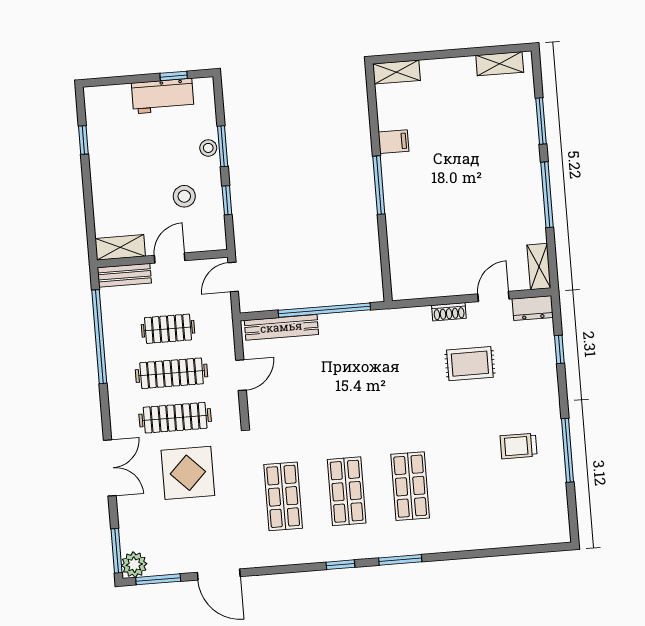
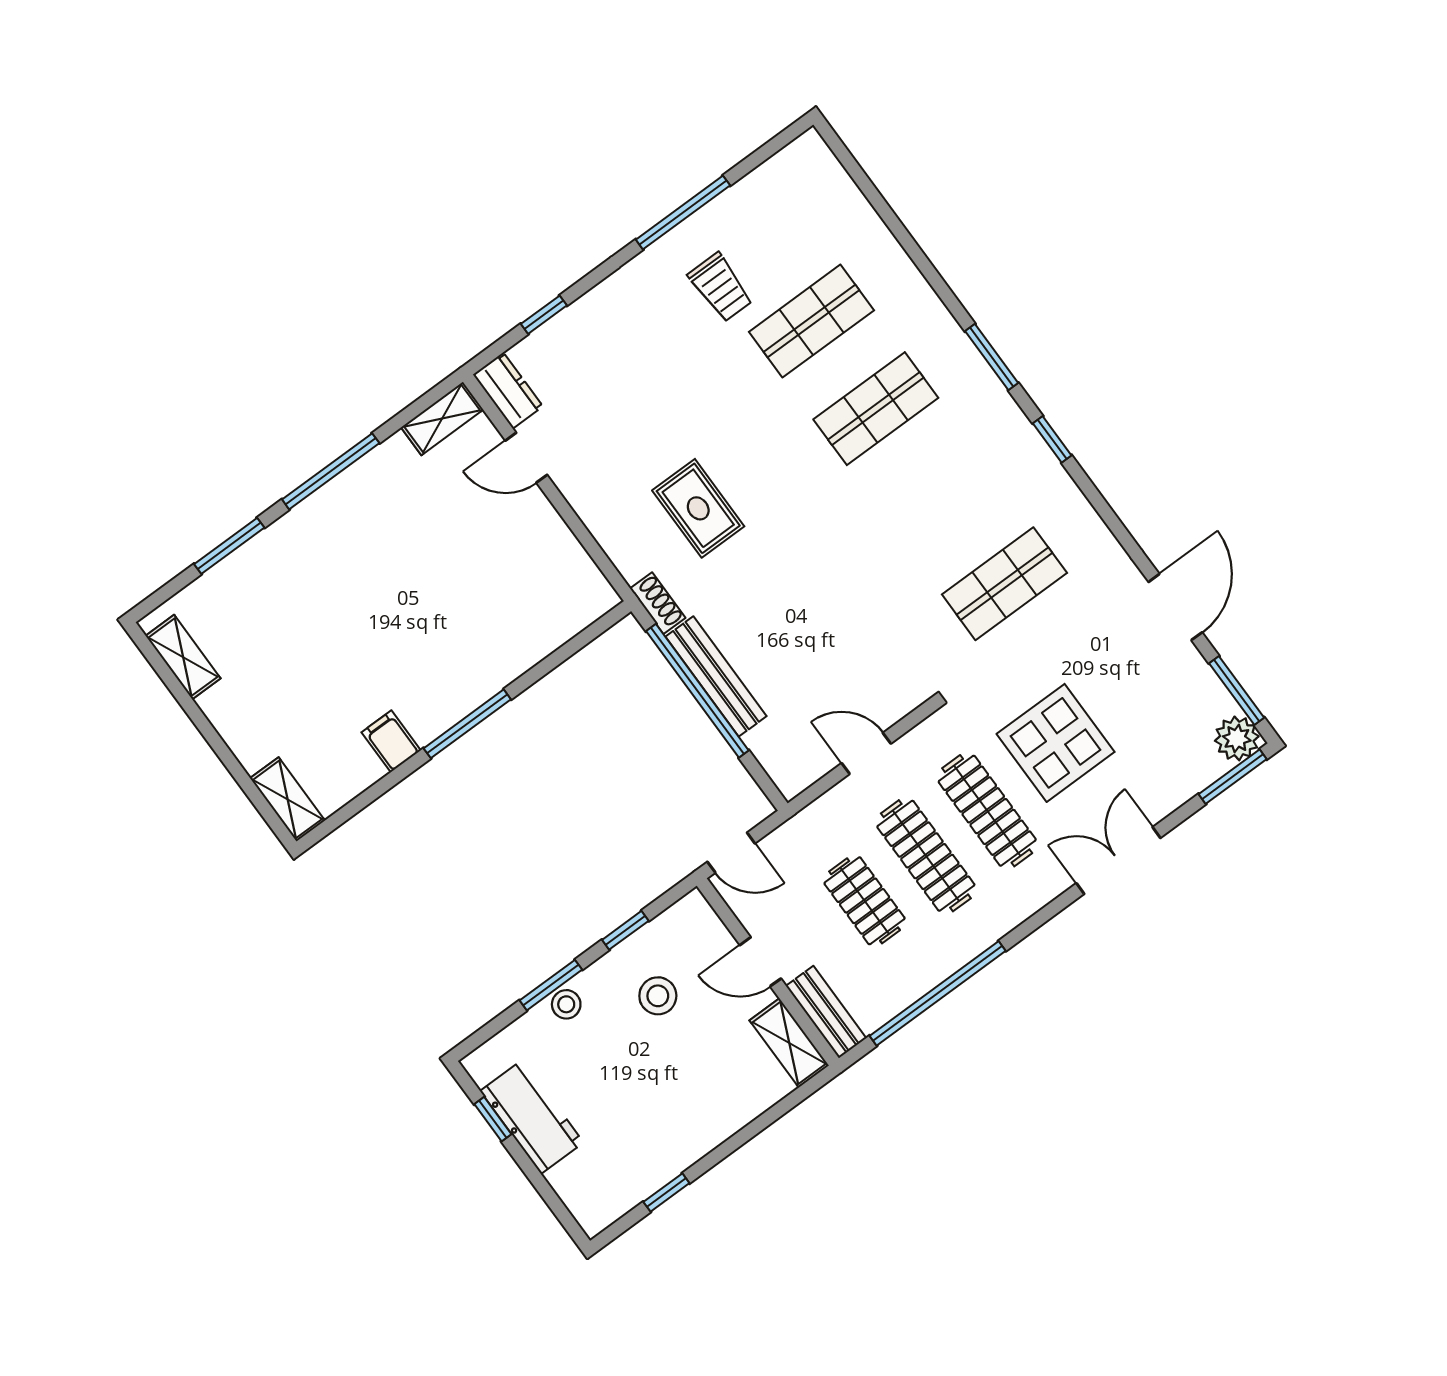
shoe rack: (449, 312) -> (658, 603), moved
bench: (281, 327) -> (716, 676), moved
rug: (470, 364) -> (698, 508), moved
shop shelf: (347, 491) -> (811, 321), moved

